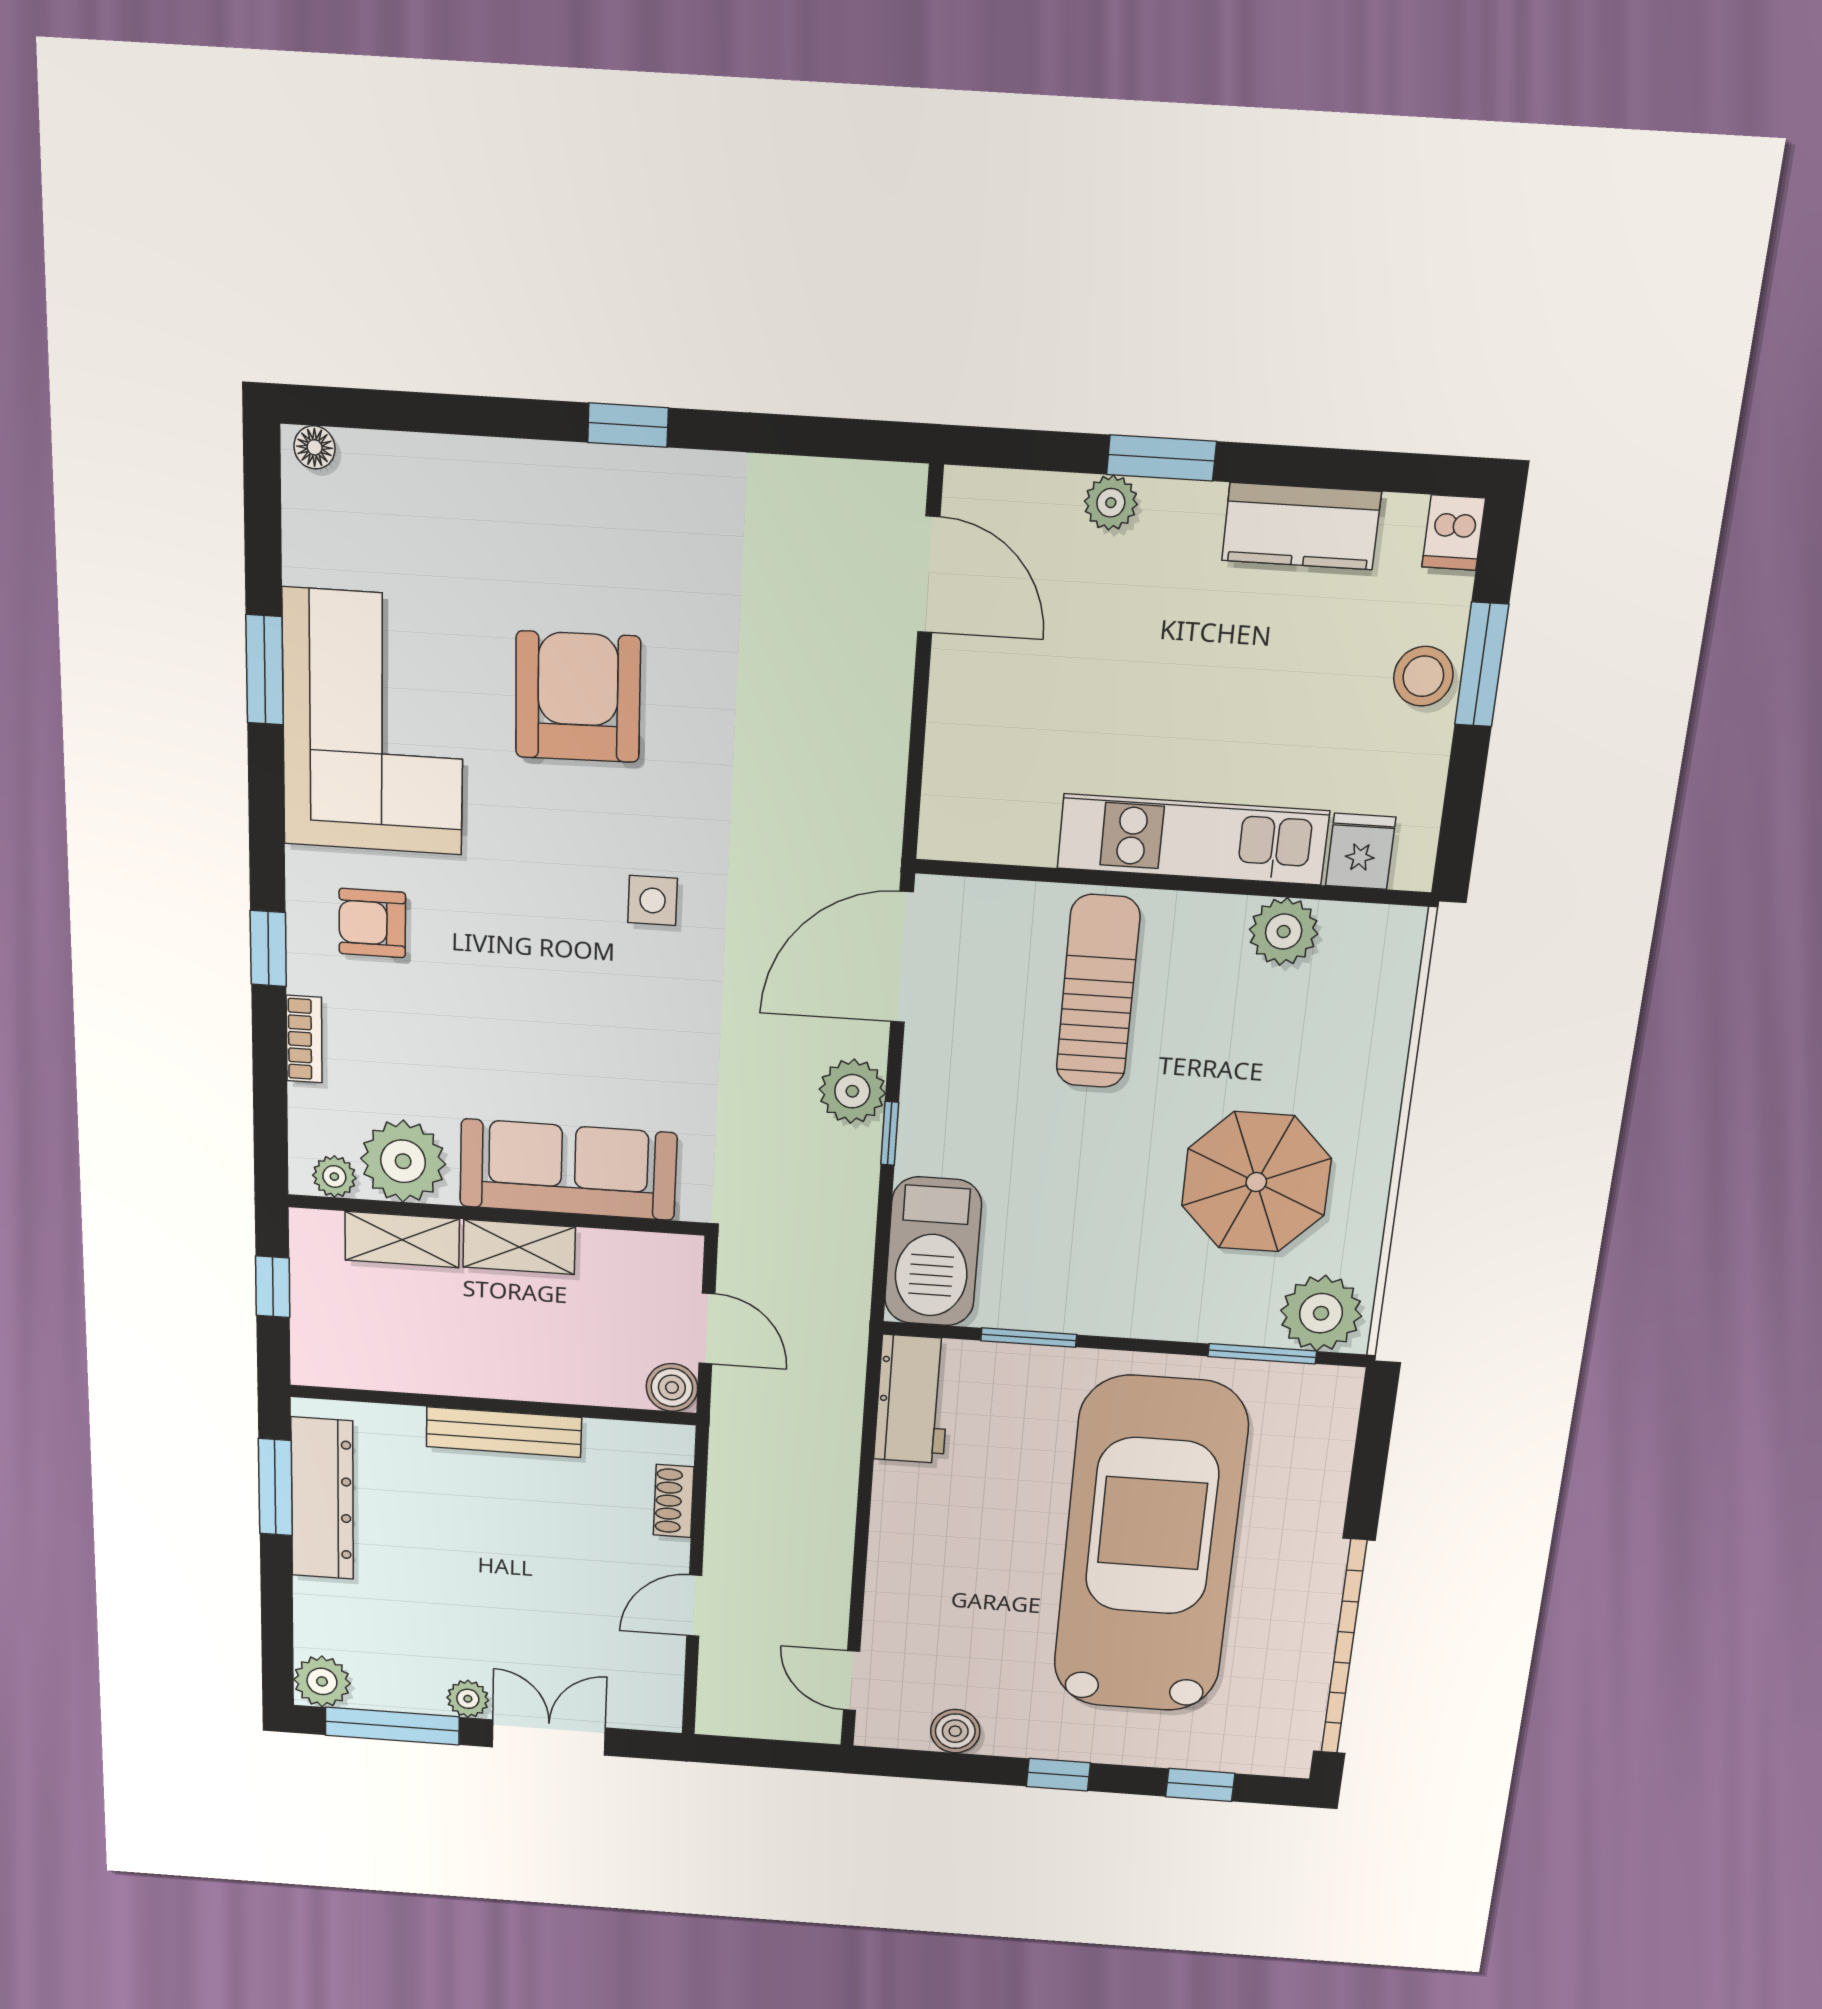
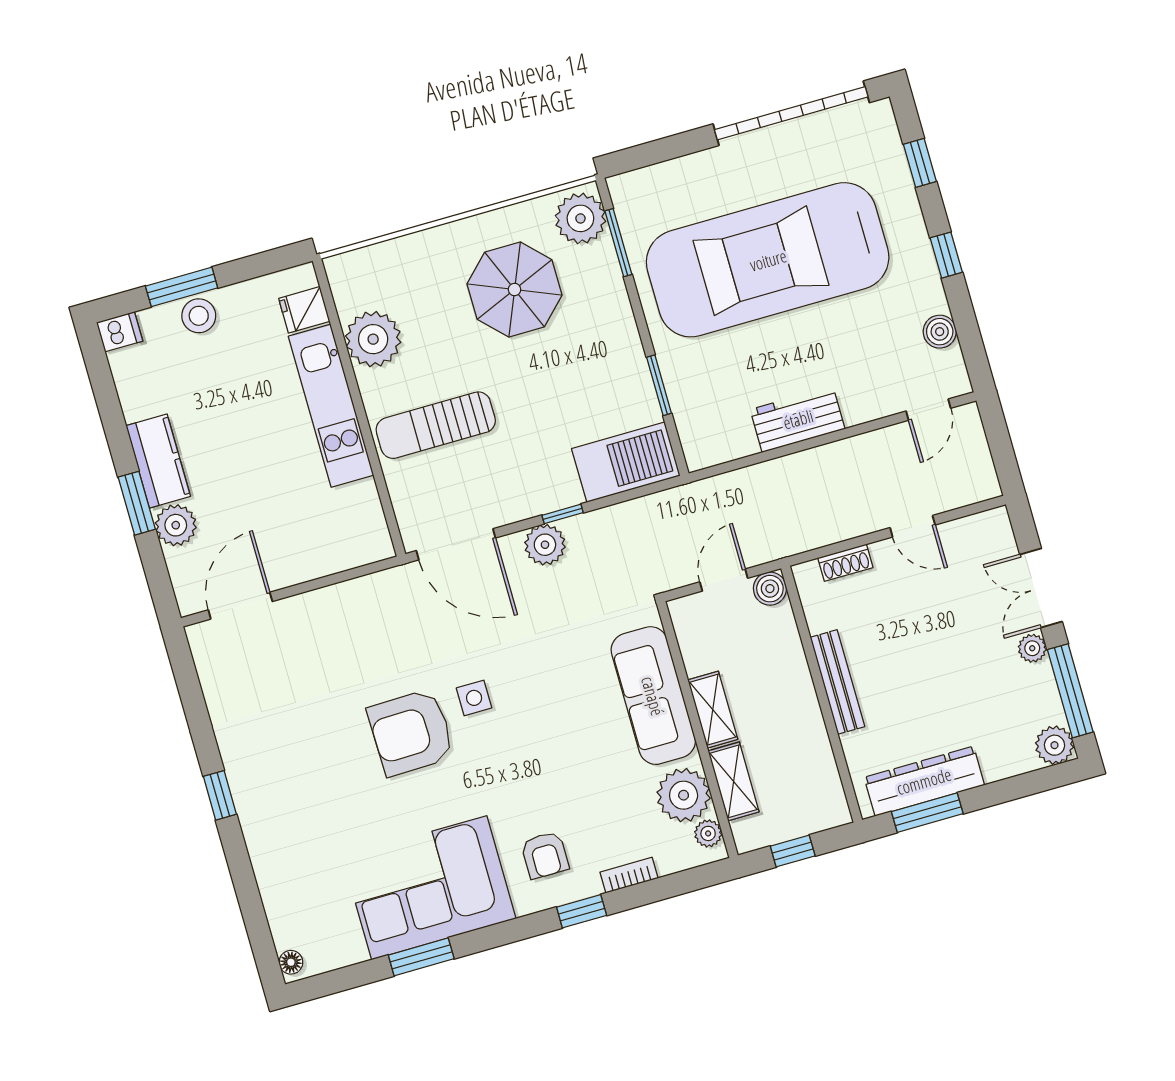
plant: (1111, 503) -> (176, 525), width x1.38, depth x1.38
kitchen counter: (1301, 526) -> (158, 461), moved
armchair: (578, 697) -> (411, 732), moved
plant: (1284, 932) -> (373, 339), width x1.36, depth x1.36
workbench: (913, 1399) -> (798, 419), moved

